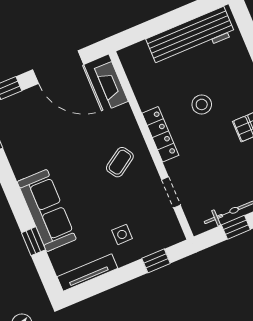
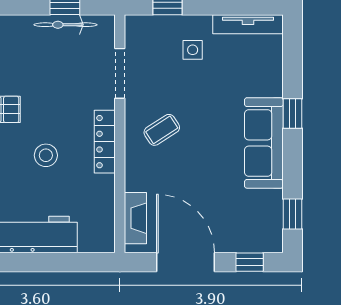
doorway: (171, 192) -> (120, 73), width x1.38
sofa: (47, 210) -> (264, 143), moved
window: (33, 241) -> (292, 113), moved

